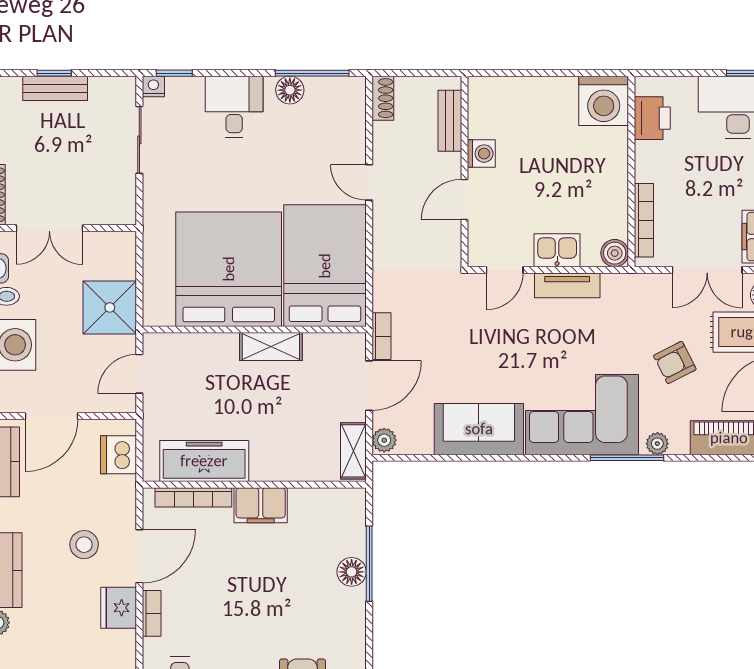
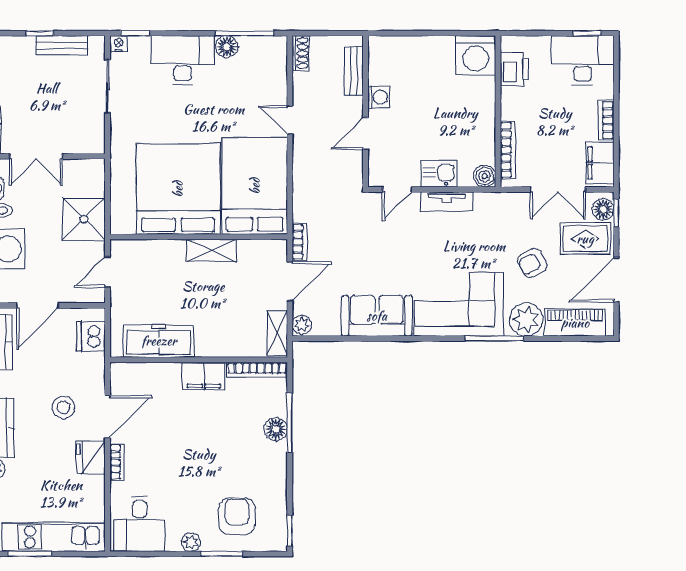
bench: (55, 88) -> (62, 45), moved
desk: (234, 107) -> (183, 60), width x1.37
plant: (657, 444) -> (526, 320), width x1.88, depth x1.88
bookcase: (193, 497) -> (257, 370), moved

